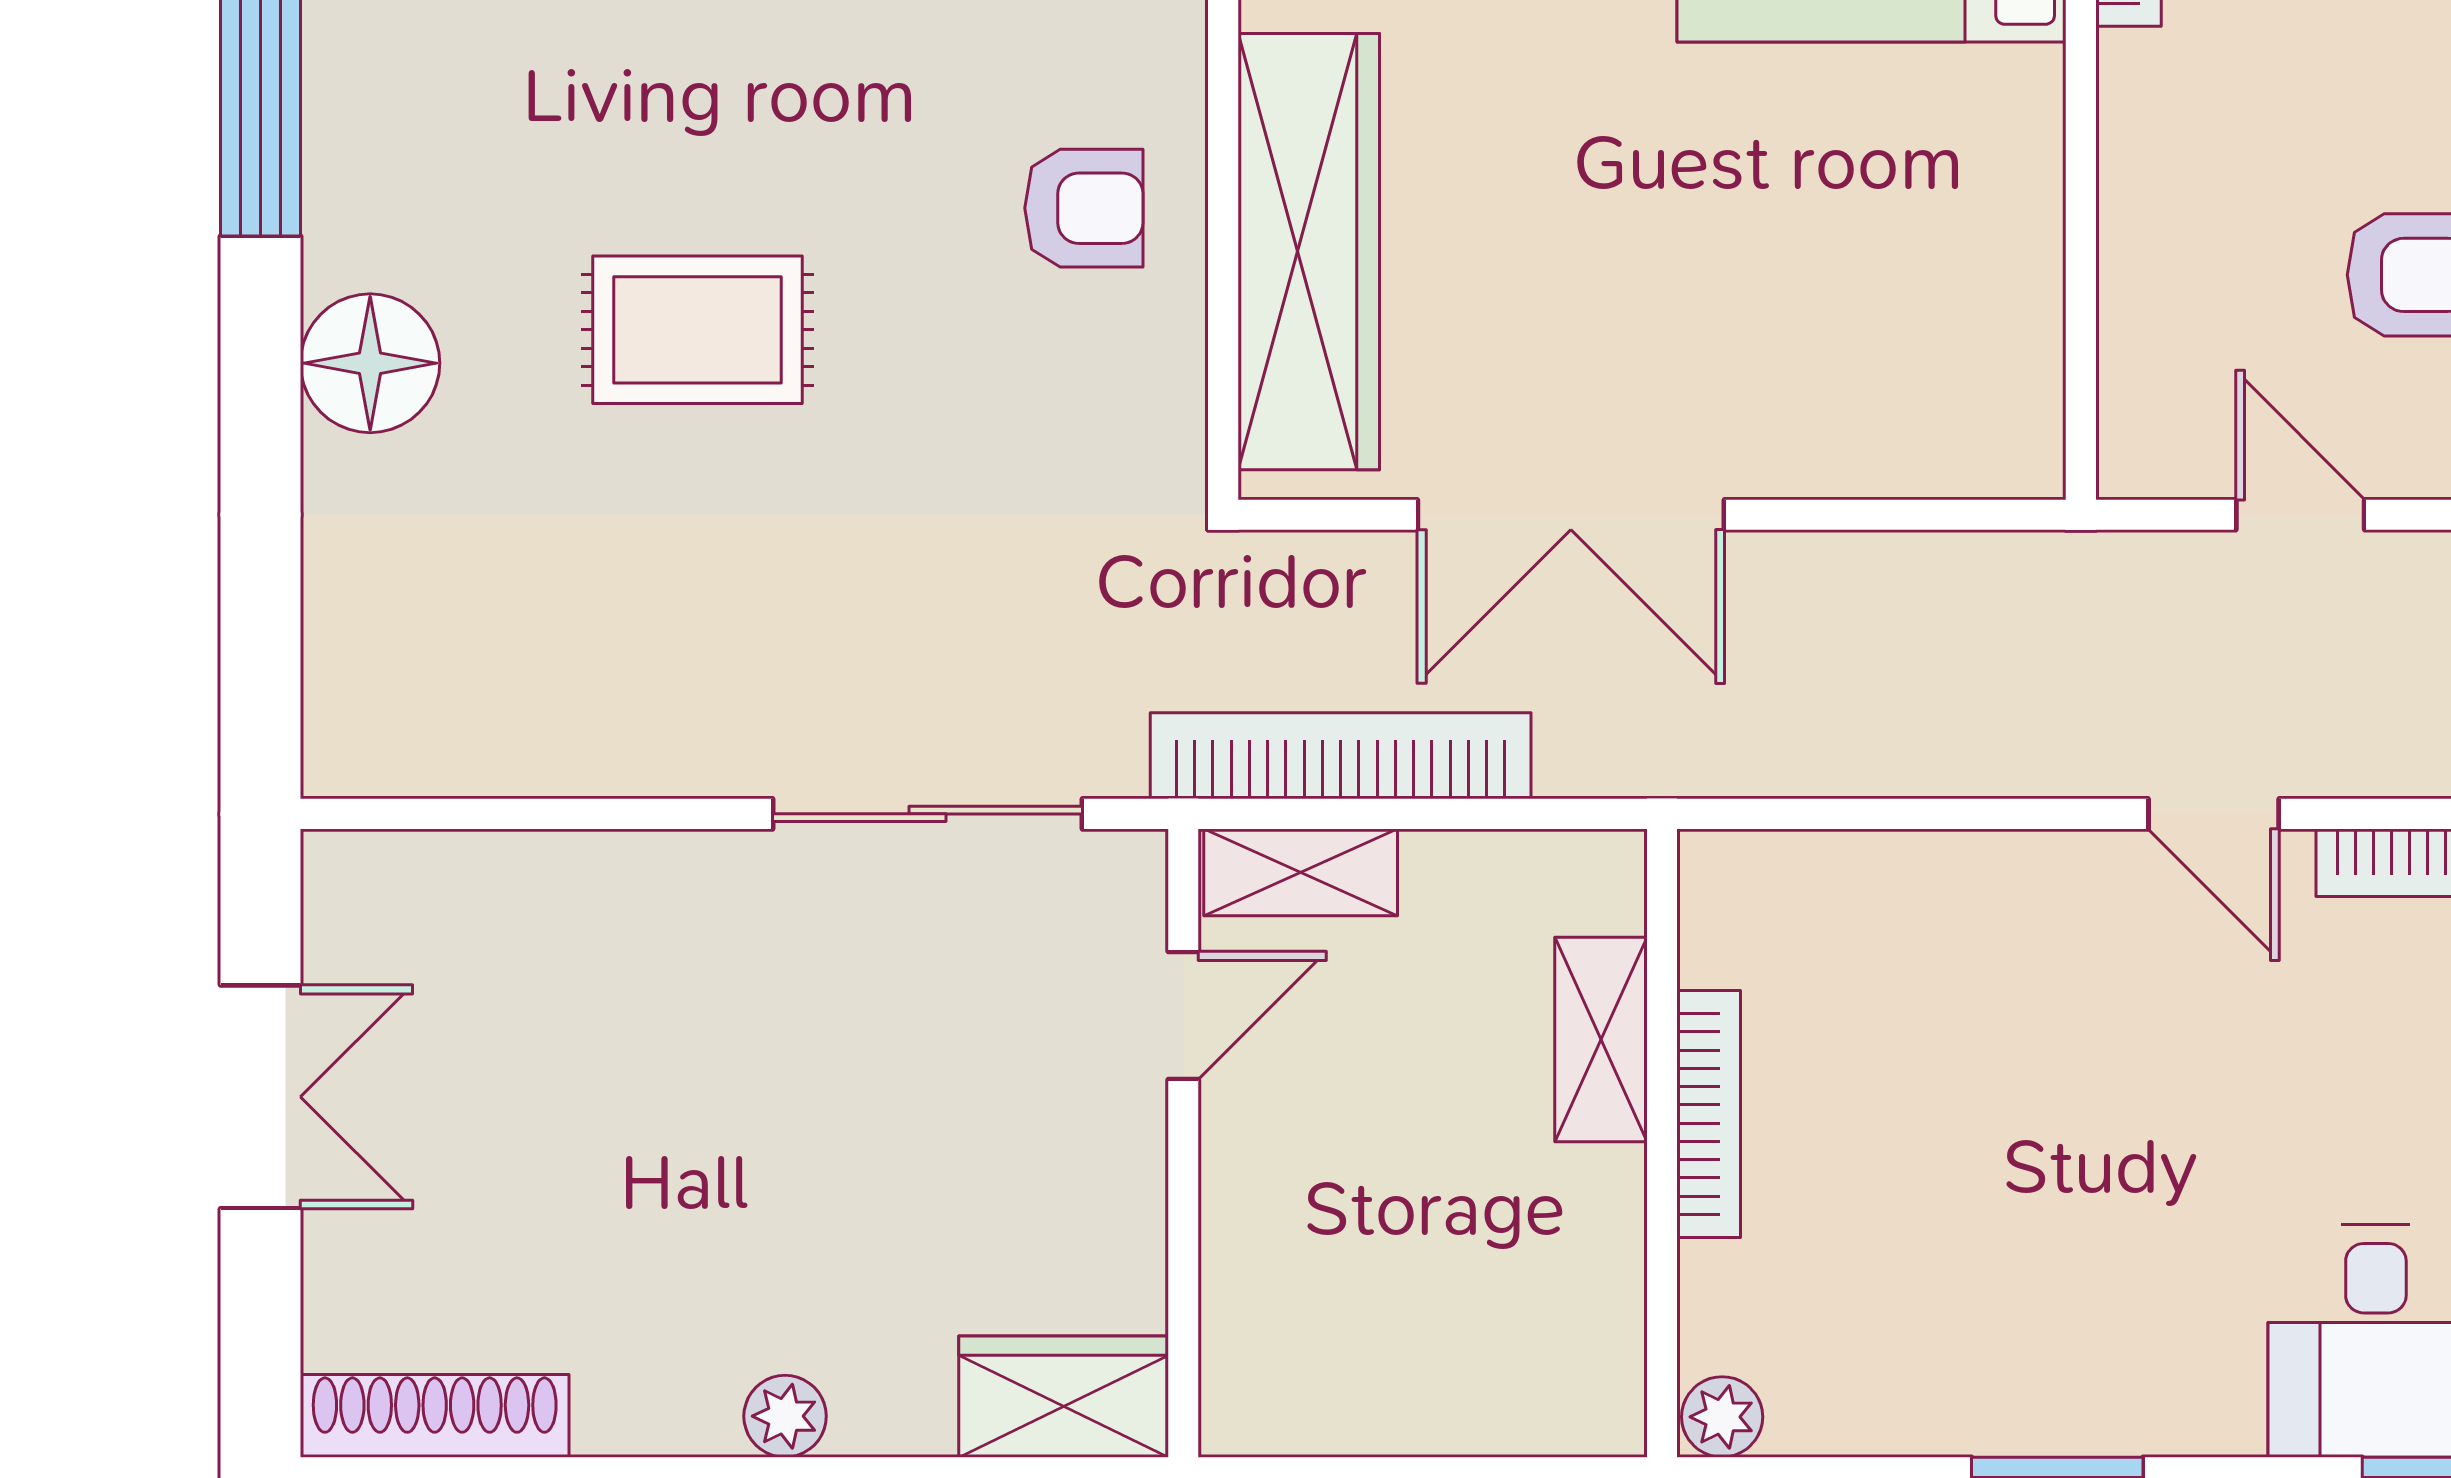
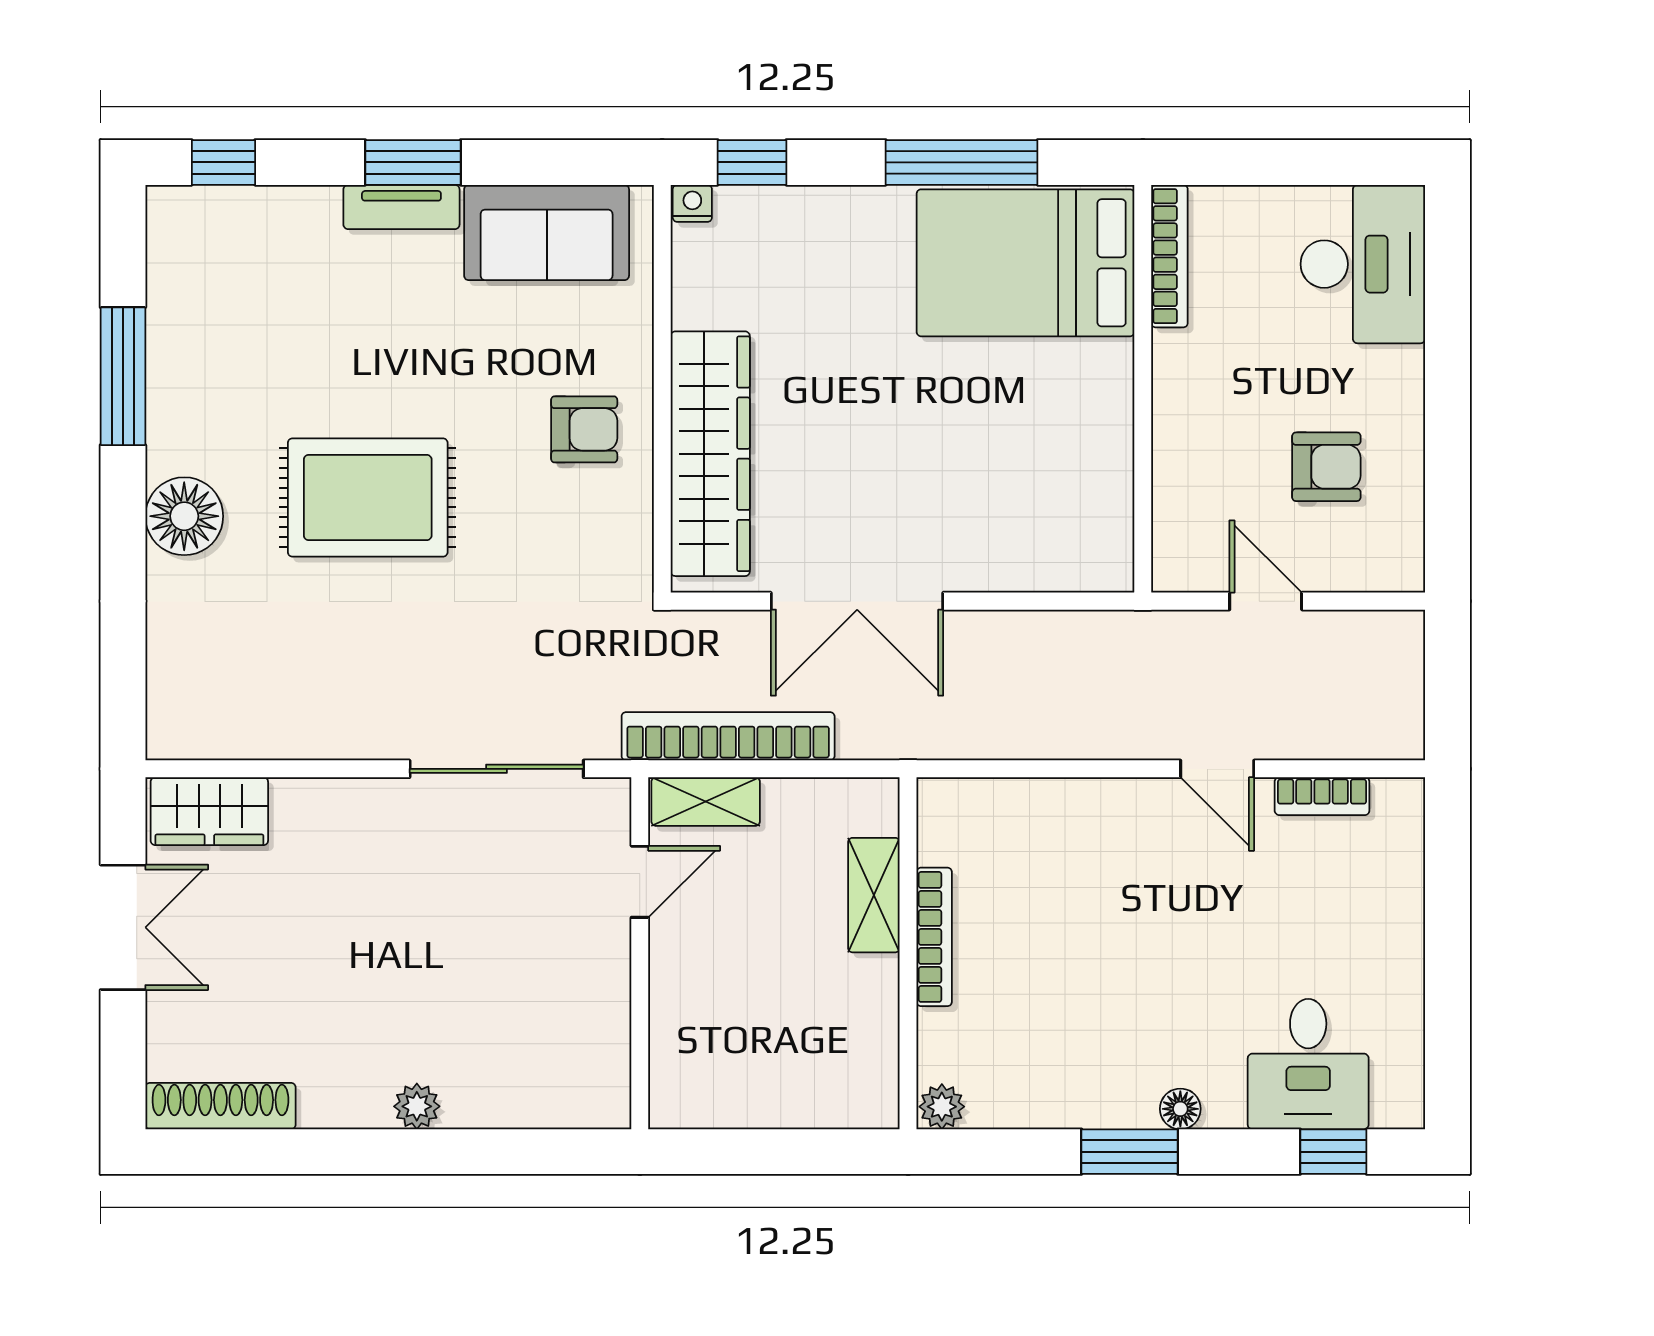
rug: (697, 330) -> (368, 498), width x1.36, depth x1.43
wardrobe: (1064, 1397) -> (209, 811), moved, turned 180
floor lamp: (2148, 1421) -> (1180, 1109), added

